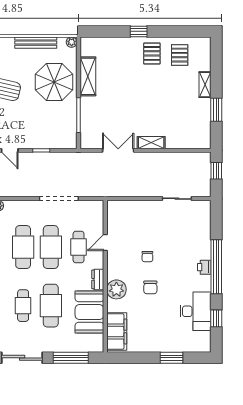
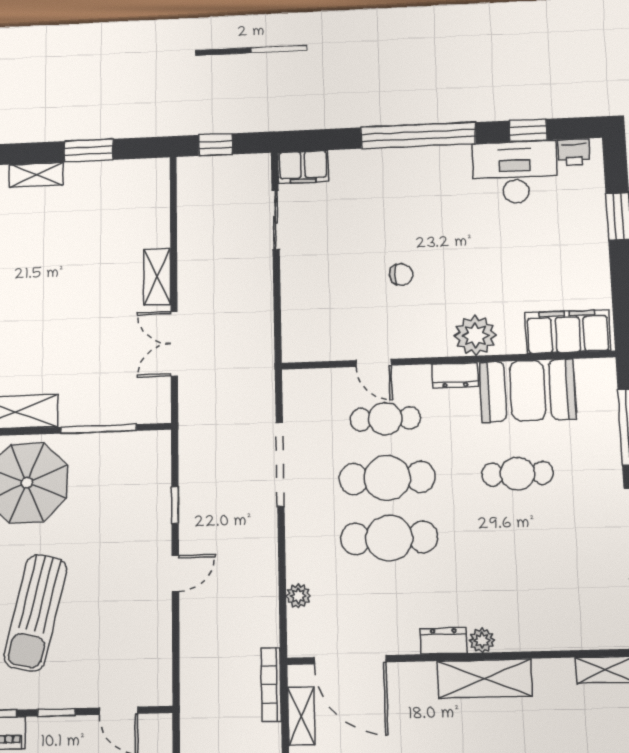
filing cabinet: (203, 212) -> (303, 167), added
printer: (204, 267) -> (574, 152), moved
chair: (150, 287) -> (468, 266), removed
cafe table: (23, 306) -> (520, 534), removed
cafe table: (51, 306) -> (517, 474), width x0.73, depth x0.74

